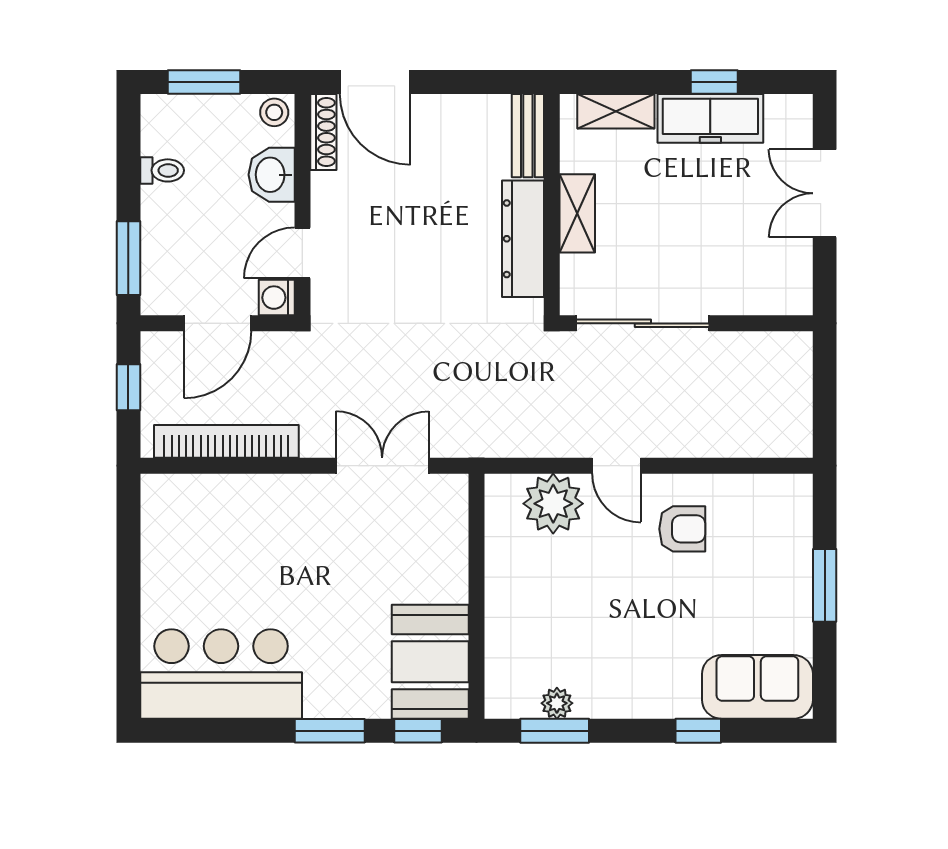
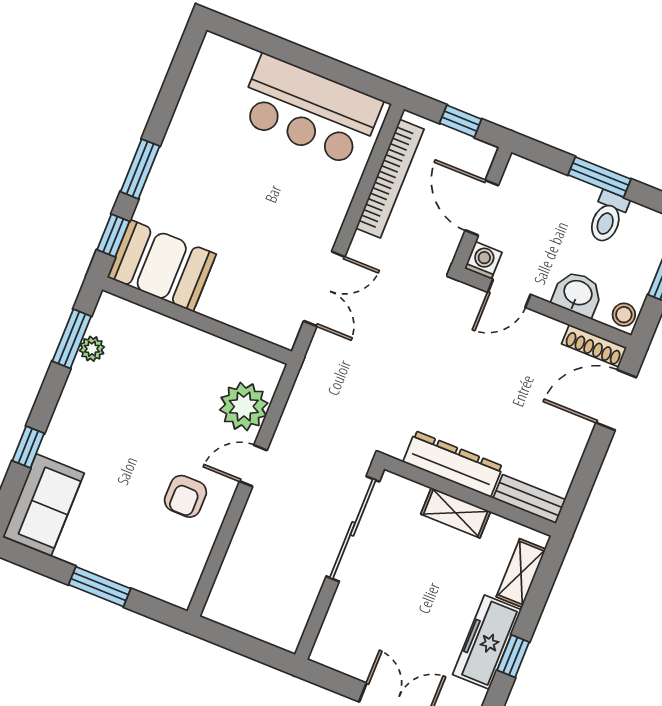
toilet: (162, 170) -> (608, 217), width x1.37, depth x1.39
door: (302, 253) -> (509, 293), swing flipped
window: (128, 258) -> (599, 177), moved
bar counter: (221, 674) -> (310, 110), moved, turned 90

